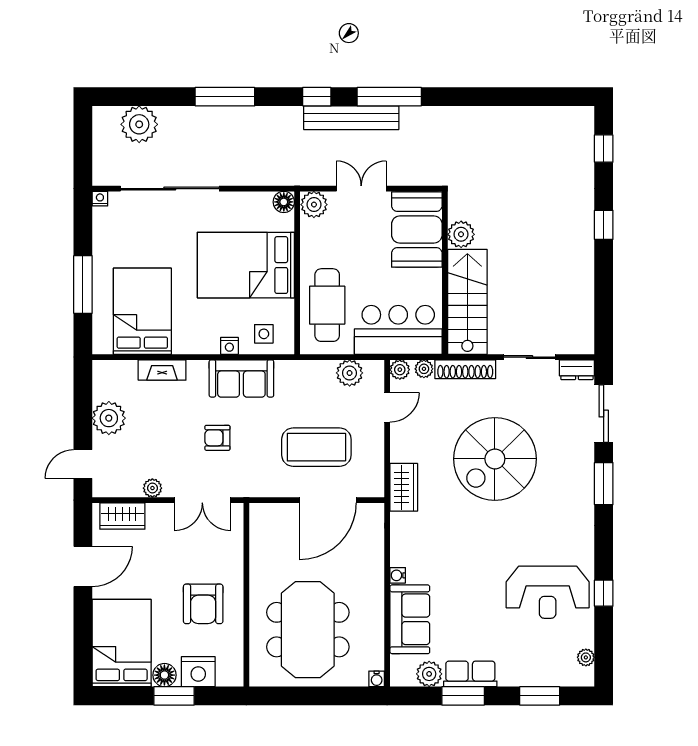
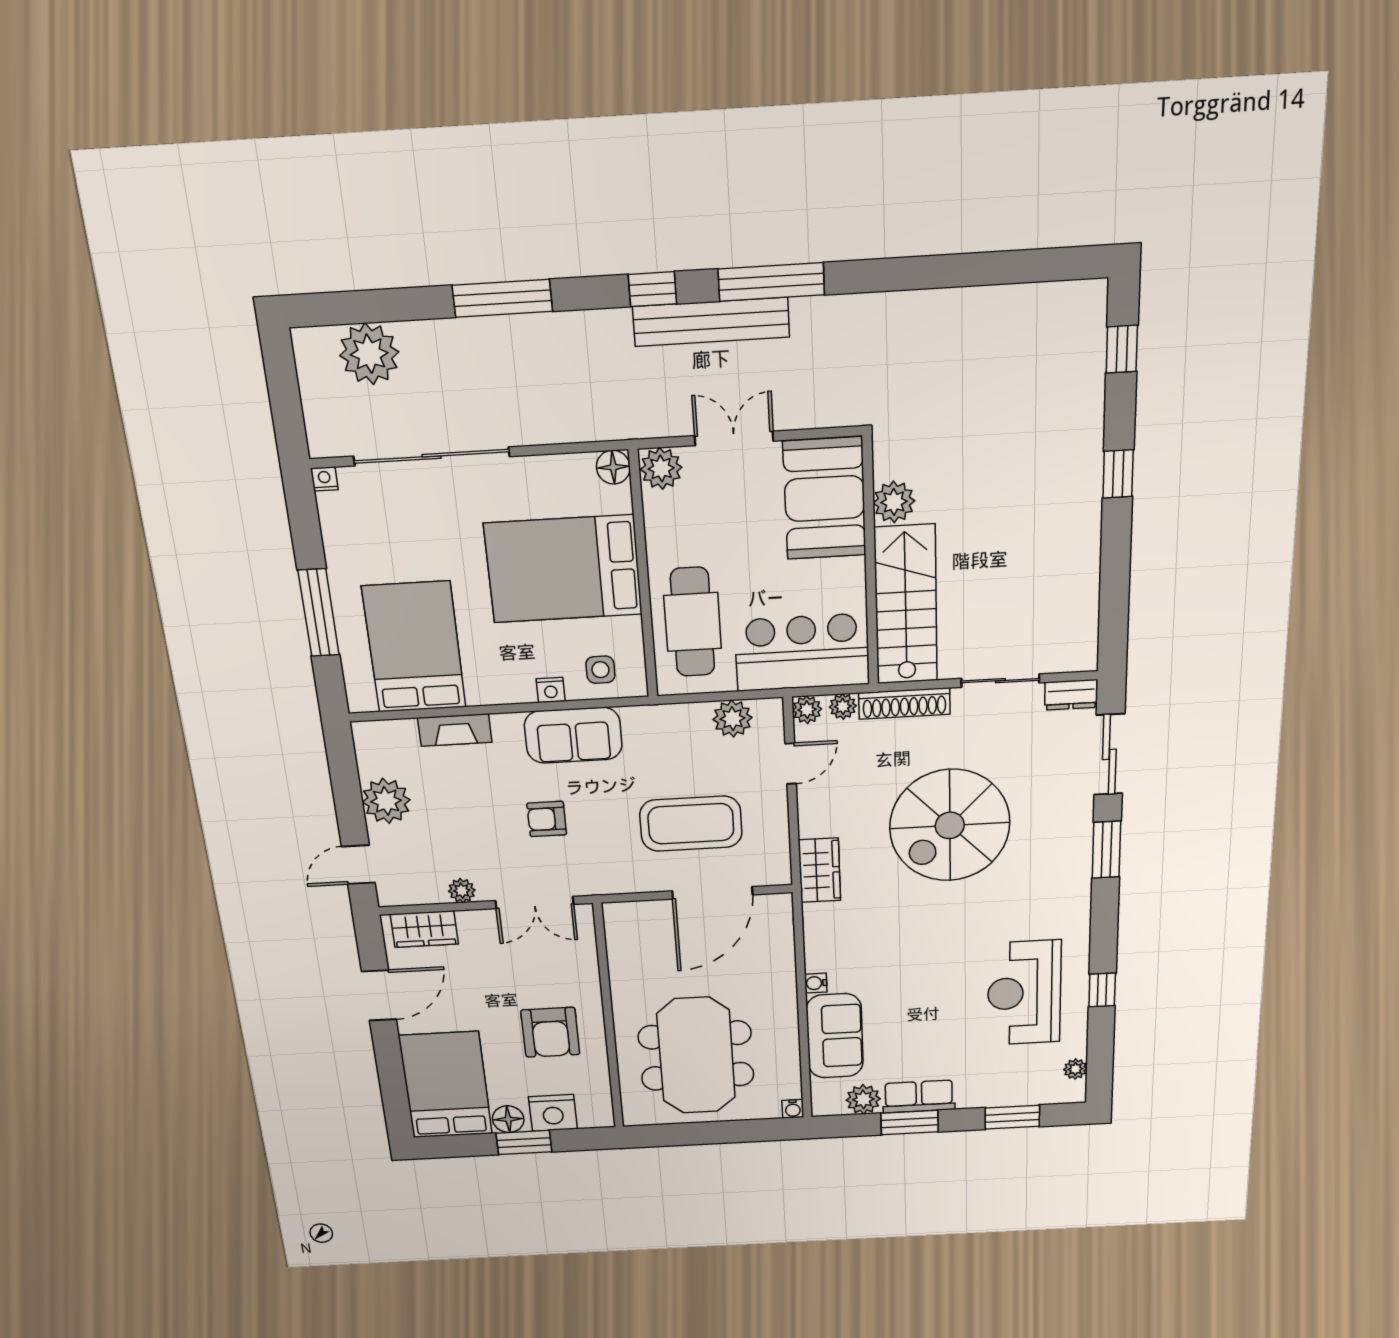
reception desk: (548, 592) -> (1024, 993), turned 90

